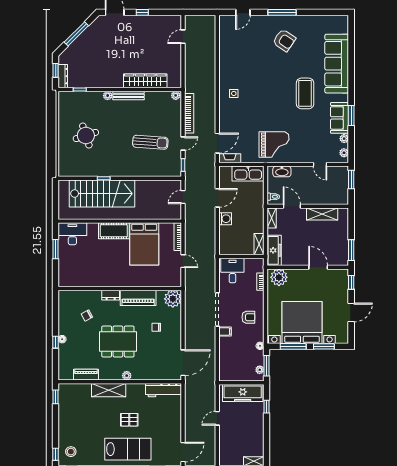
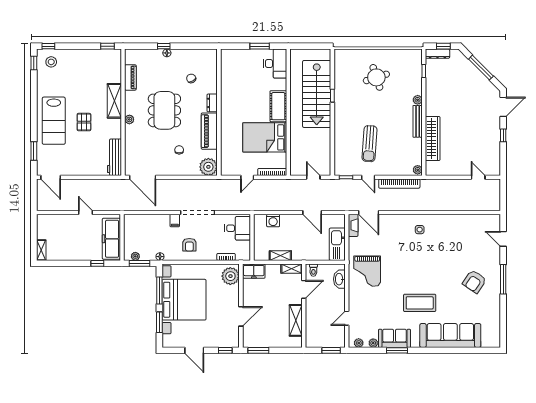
washing machine: (225, 219) -> (273, 221), moved
shelving: (259, 244) -> (280, 256), moved
freezer: (274, 250) -> (254, 271), width x0.71

